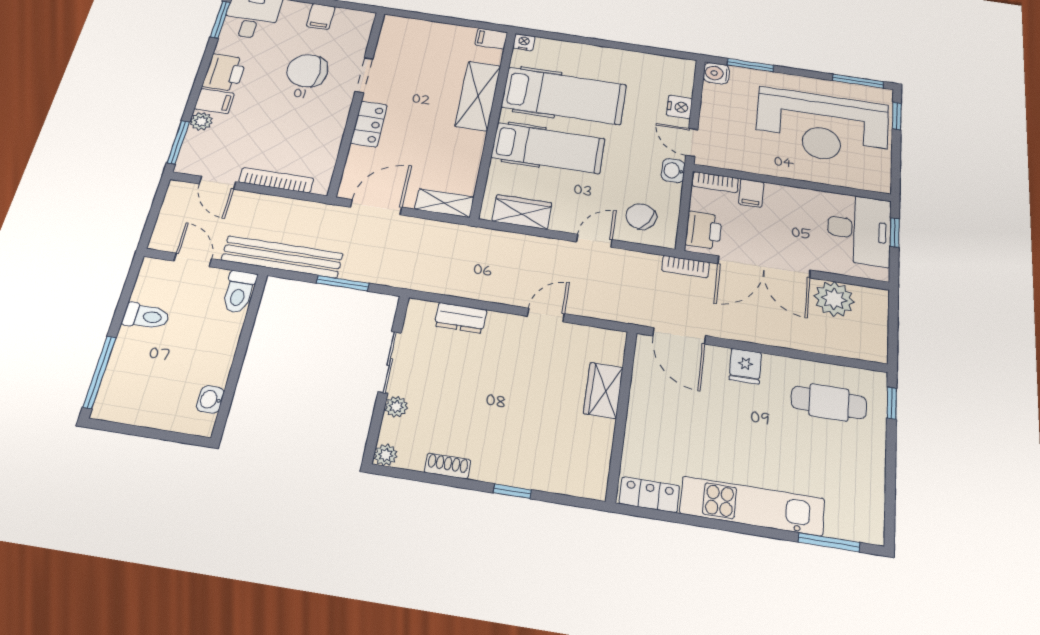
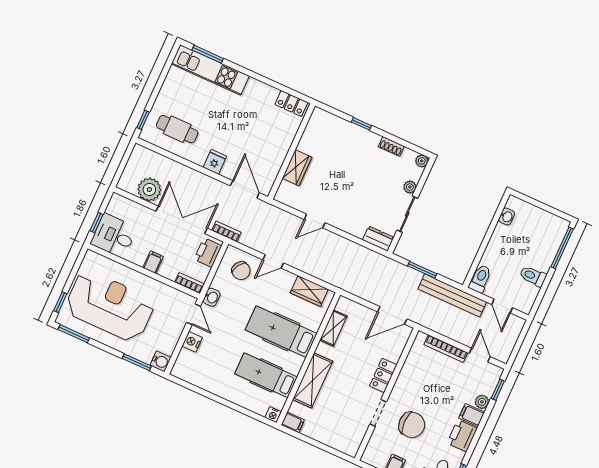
hospital bed: (564, 96) -> (266, 375), width x0.73, depth x0.78
window: (178, 142) -> (498, 390), width x0.67
filing cabinet: (751, 193) -> (153, 262), moved
shelving: (444, 203) -> (333, 328), moved, turned 90
desk: (859, 230) -> (114, 236), width x0.73
dresser: (461, 318) -> (378, 239), moved
kitchen unit: (752, 506) -> (210, 70), moved

